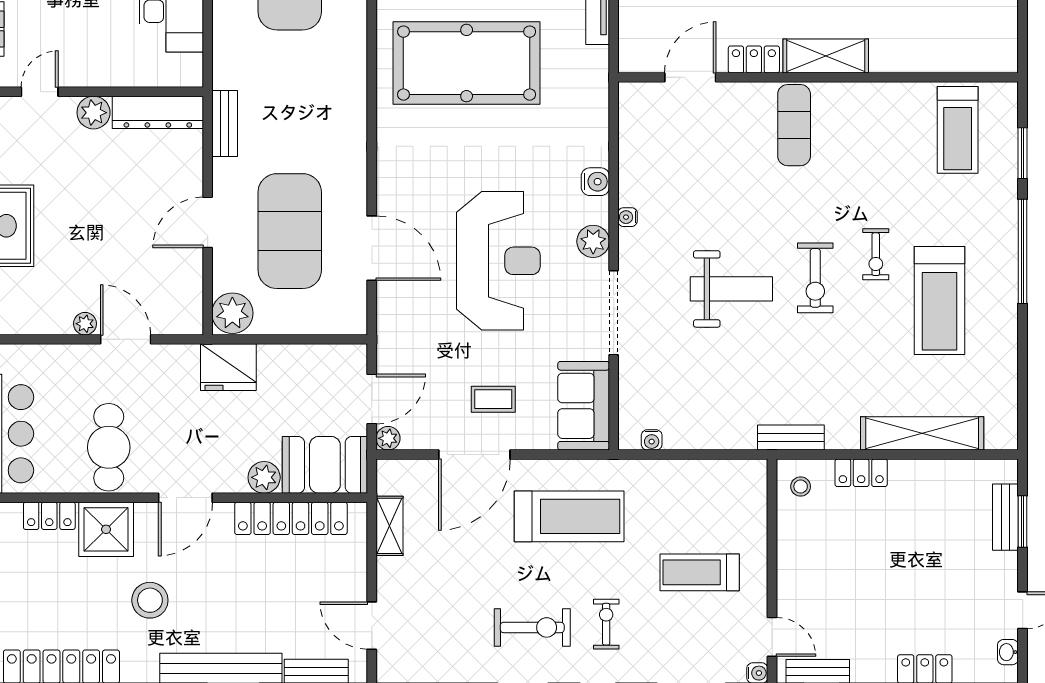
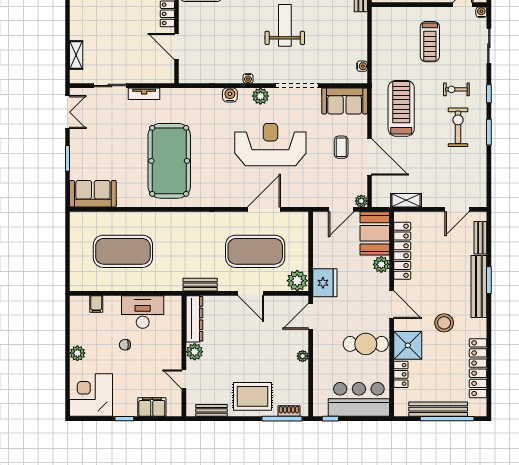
door: (126, 339) -> (311, 316), moved
door: (372, 399) -> (341, 209), swing flipped

